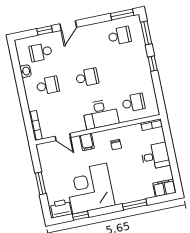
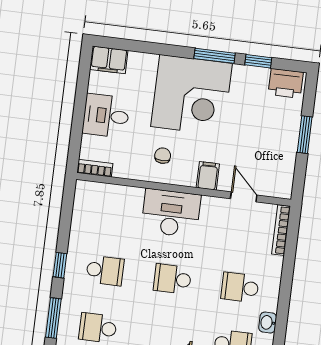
school desk: (133, 103) -> (105, 271), moved, turned 180
corner desk: (90, 189) -> (191, 95), moved
window: (135, 204) -> (215, 56), moved

